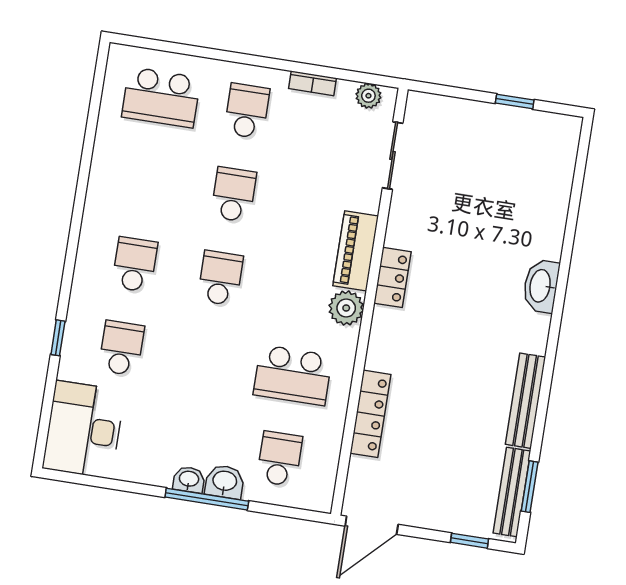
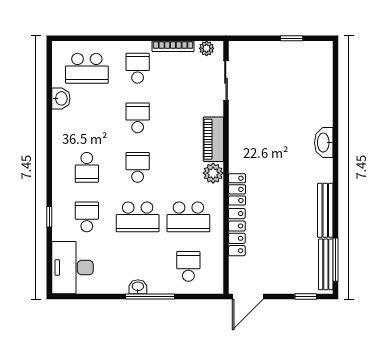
bookcase: (312, 83) -> (173, 46), width x1.56
school desk: (135, 264) -> (87, 167), turned 180
locker: (392, 277) -> (237, 189), moved
school desk: (207, 362) -> (138, 217), added
washbasin: (225, 482) -> (61, 98), moved, turned 90
window: (530, 487) -> (336, 260), width x1.44

